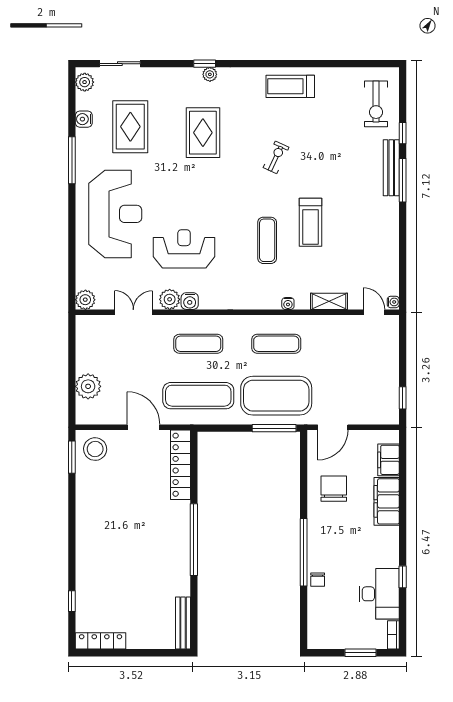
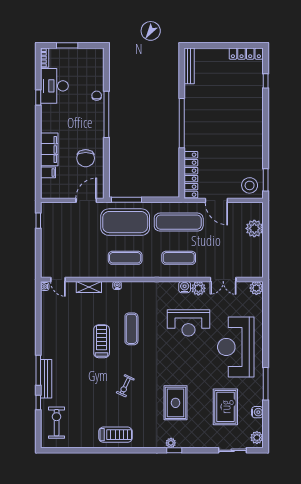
filing cabinet: (388, 460) -> (48, 172), width x0.50

